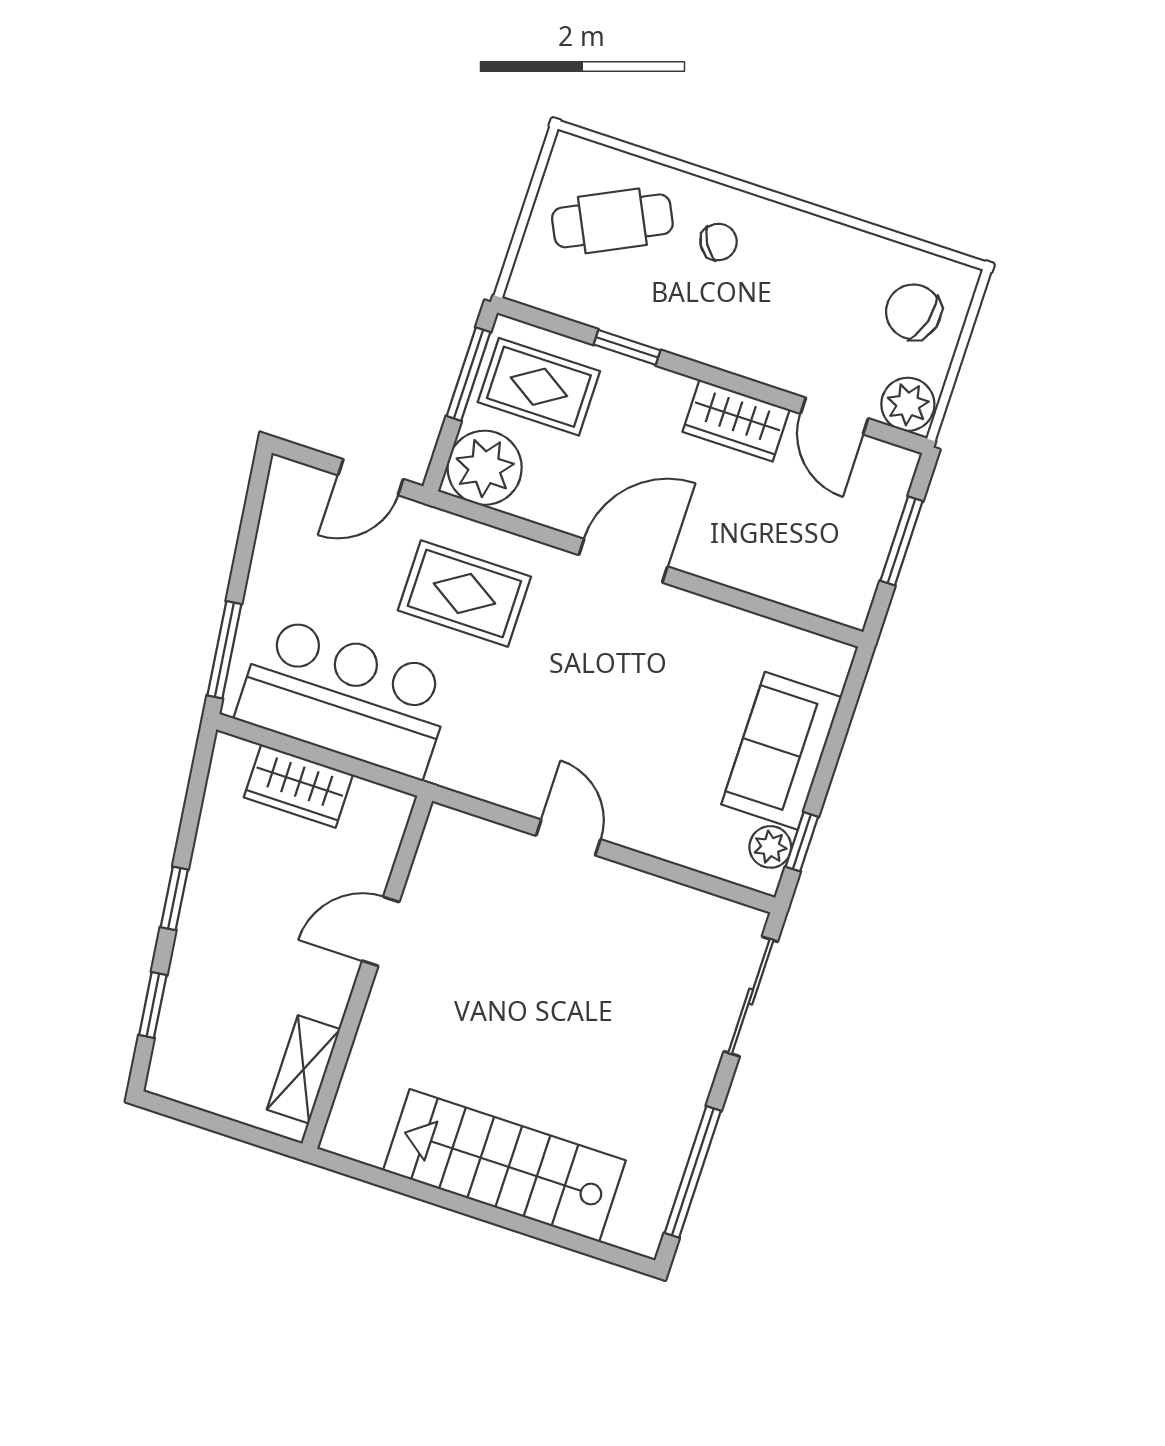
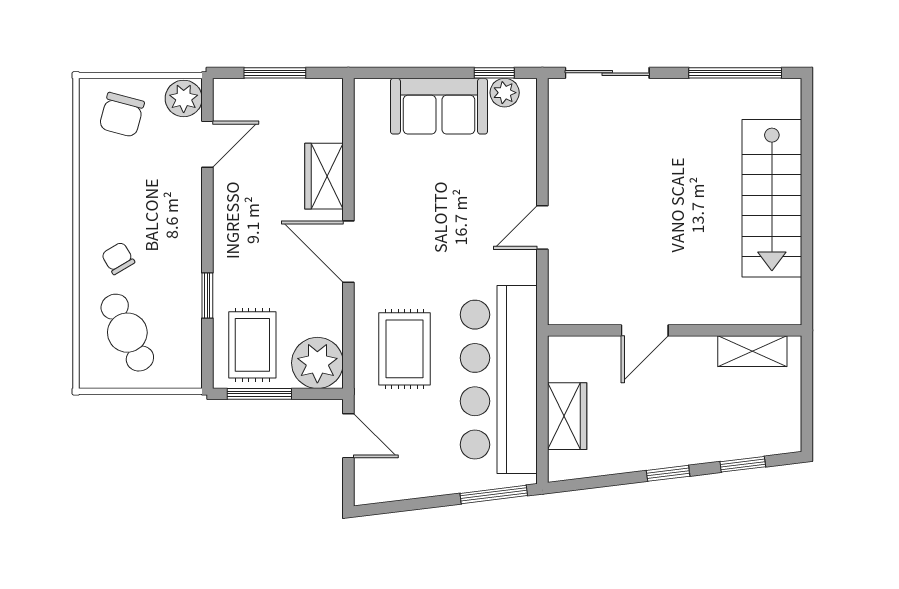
wardrobe: (736, 421) -> (324, 176), moved, turned 180
bar counter: (345, 697) -> (499, 380), width x1.36
door: (381, 931) -> (645, 330), hinge flipped

